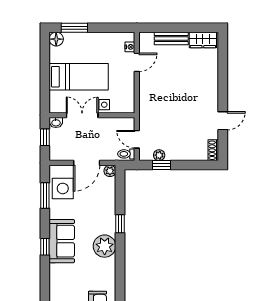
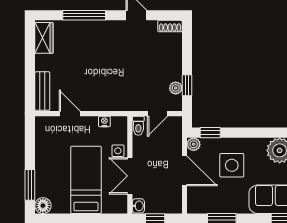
bench: (171, 39) -> (42, 91), moved
nightstand: (130, 47) -> (104, 121), moved
window: (223, 75) -> (84, 15), added
toilet: (126, 154) -> (138, 126), moved
side table: (63, 188) -> (232, 165), moved
window: (120, 224) -> (210, 133), moved

